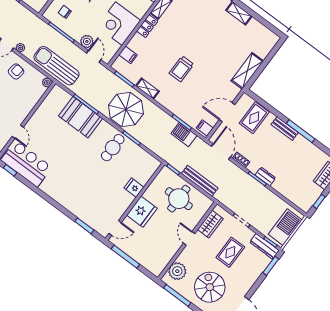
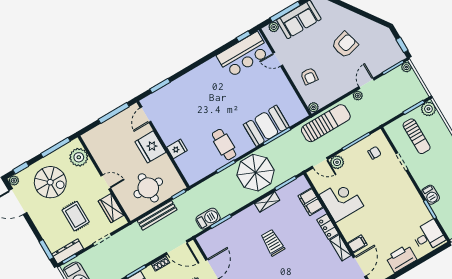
filing cabinet: (128, 55) -> (311, 202), width x2.00
armchair: (16, 71) -> (309, 76), moved
filing cabinet: (205, 128) -> (206, 241), removed

